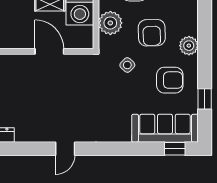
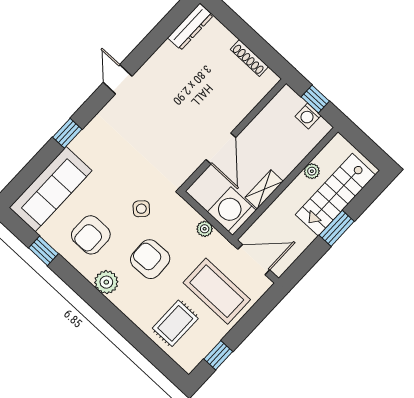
plant: (110, 23) -> (205, 229), width x0.53, depth x0.53
door: (49, 51) -> (221, 148), hinge flipped
window: (175, 149) -> (67, 133), moved

